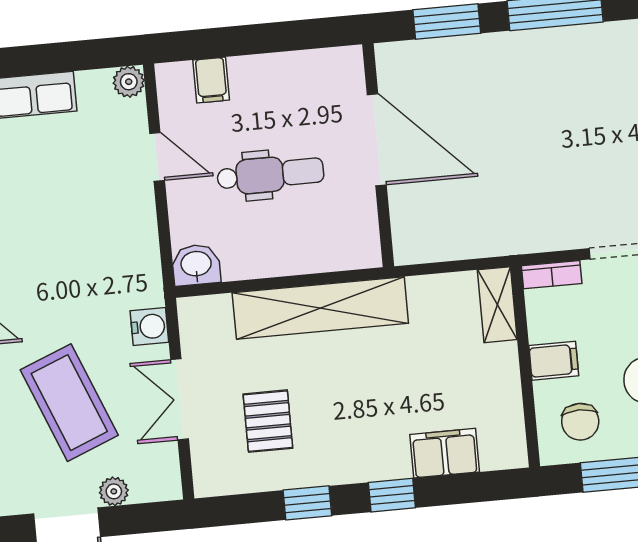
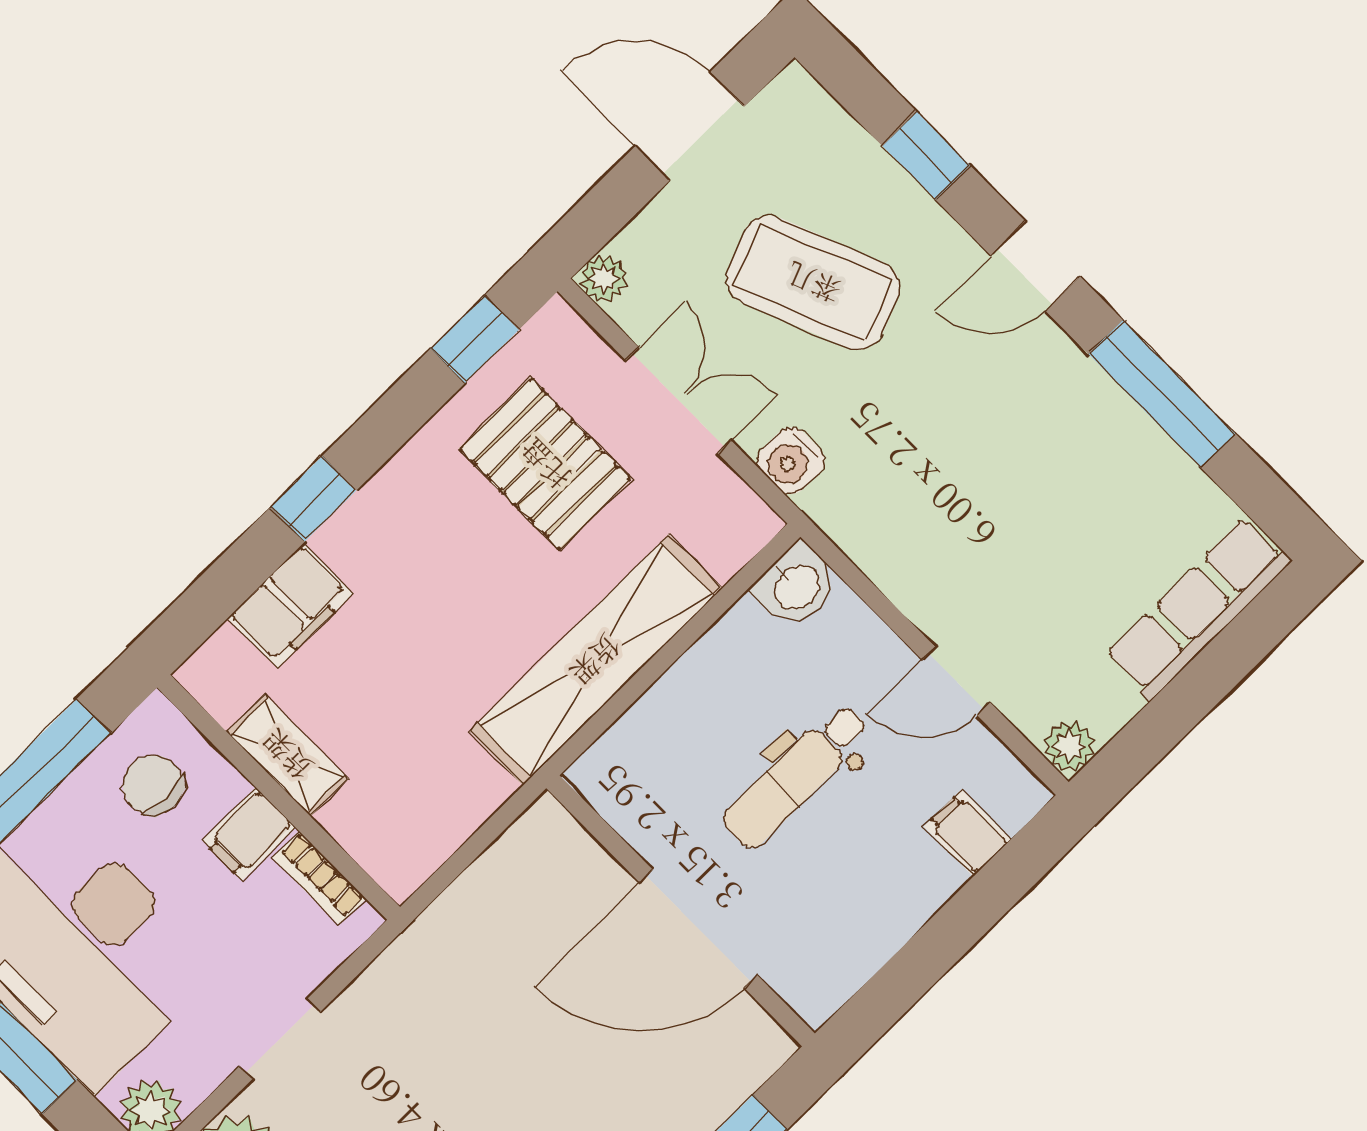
bookcase: (552, 275) -> (319, 878), moved, turned -90
shelving: (497, 305) -> (287, 755), moved
pallet: (268, 421) -> (545, 464), width x1.50, depth x1.42
plant: (114, 491) -> (604, 279), moved
window: (307, 503) -> (475, 339), moved

